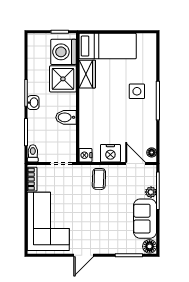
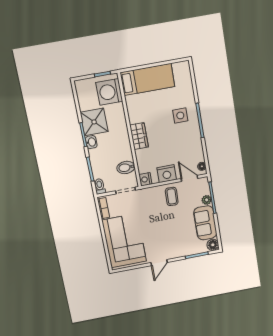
wardrobe: (87, 74) -> (139, 136), moved
shower: (63, 79) -> (94, 122), moved
bidet: (66, 117) -> (126, 167), moved
coffee table: (99, 179) -> (172, 196), moved

